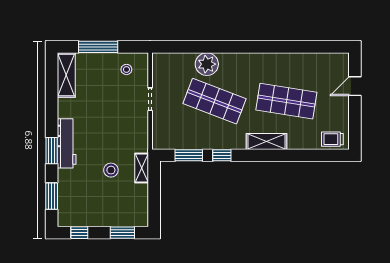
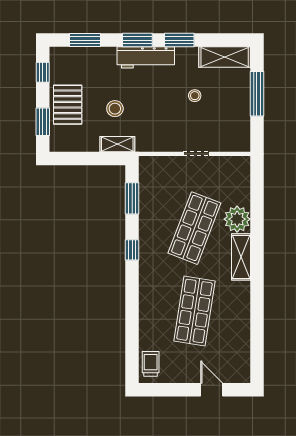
stool: (126, 69) -> (195, 96), moved
window: (52, 114) -> (179, 40), added
shelving: (267, 141) -> (241, 257), moved
window: (222, 155) -> (132, 250), moved
pallet: (108, 211) -> (68, 105), added

